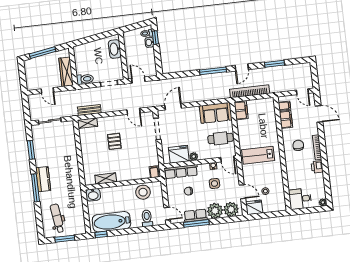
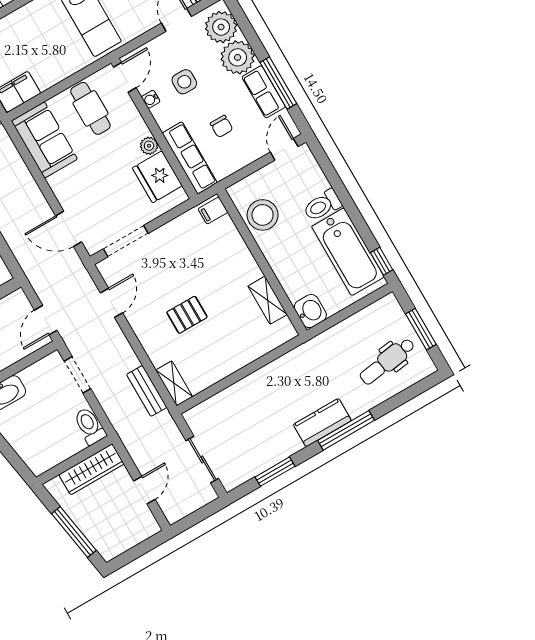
toilet: (147, 218) -> (322, 205), moved

